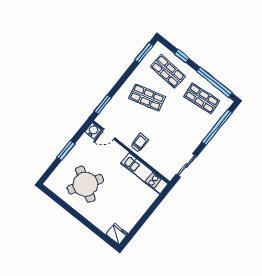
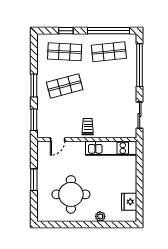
window: (144, 53) -> (34, 86), moved
water cooler: (93, 131) -> (43, 147), removed
round table: (85, 184) -> (71, 194), turned -31
plant: (94, 219) -> (100, 216), added
fridge: (117, 234) -> (129, 202), moved, turned -90

